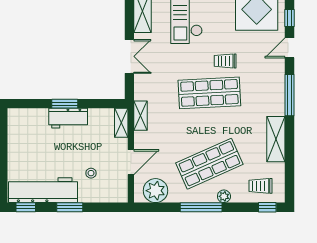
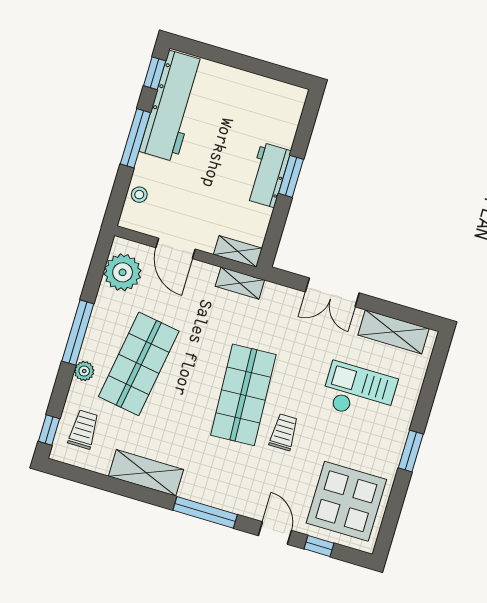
shop shelf: (209, 164) -> (139, 364), turned 33
stool: (91, 173) -> (139, 195), moved
window: (70, 207) -> (135, 138), width x1.44

